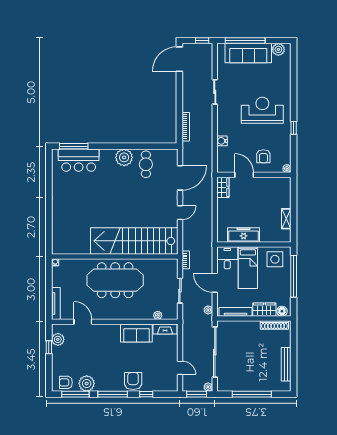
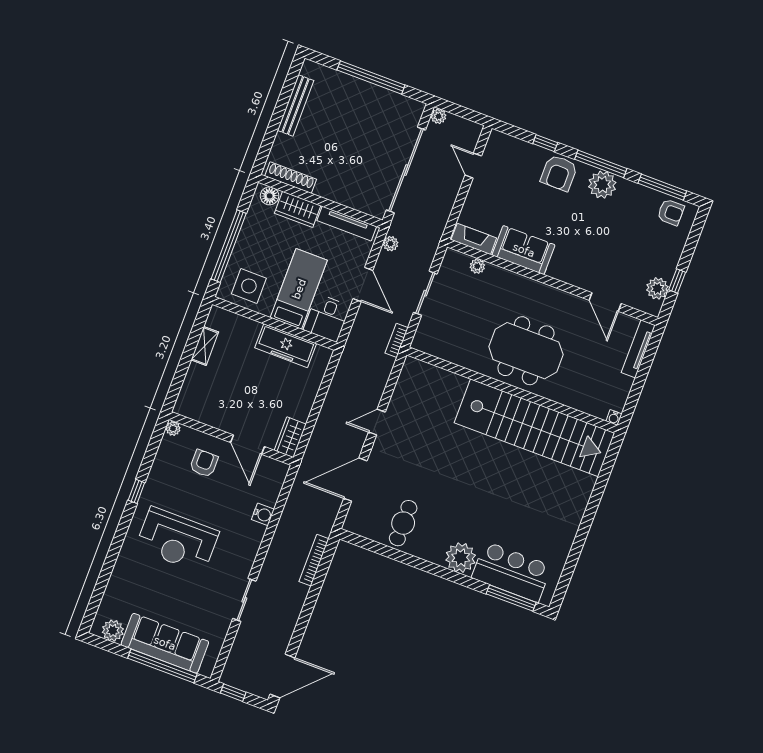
plant: (124, 157) -> (461, 558), moved
stairs: (134, 241) -> (535, 428), moved
meeting table: (115, 280) -> (526, 351), width x0.73
plant: (87, 383) -> (602, 185), moved
window: (197, 394) -> (462, 112), removed

